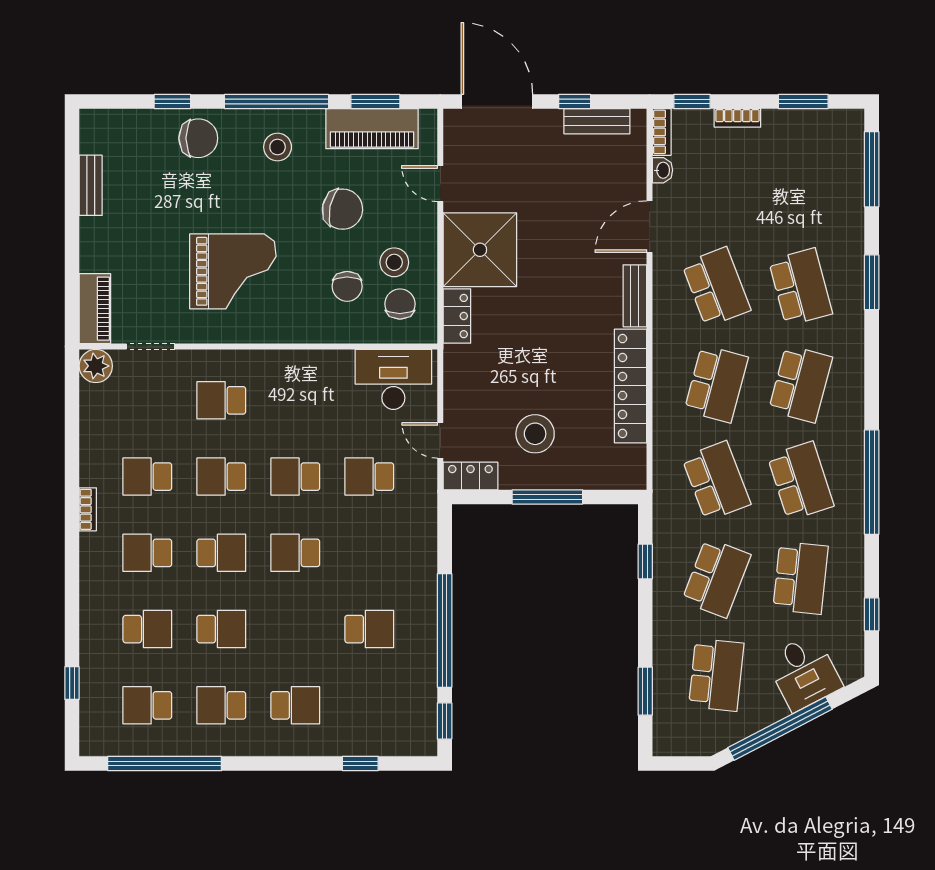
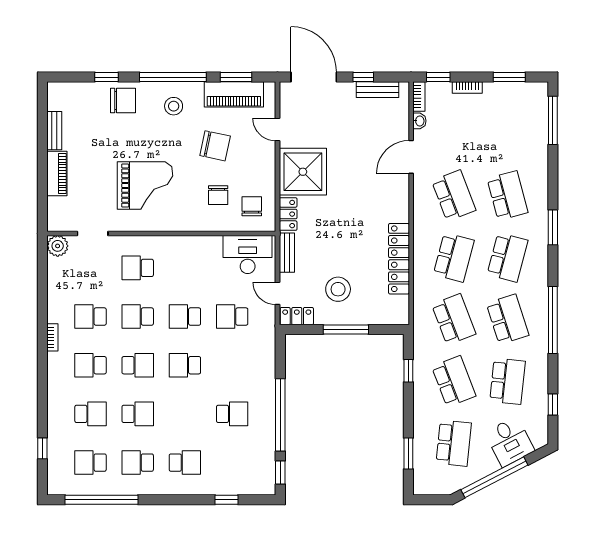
stool: (394, 262) -> (248, 180), removed
window: (872, 282) -> (553, 227), moved
bench: (635, 296) -> (287, 253), moved
piano: (95, 309) -> (57, 174), moved
school desk: (716, 578) -> (454, 381), turned -42

